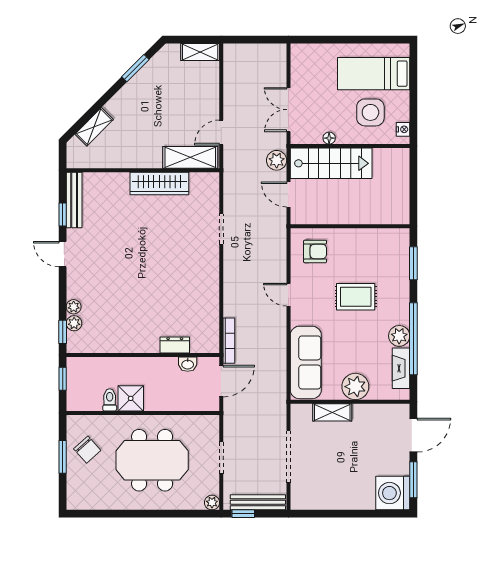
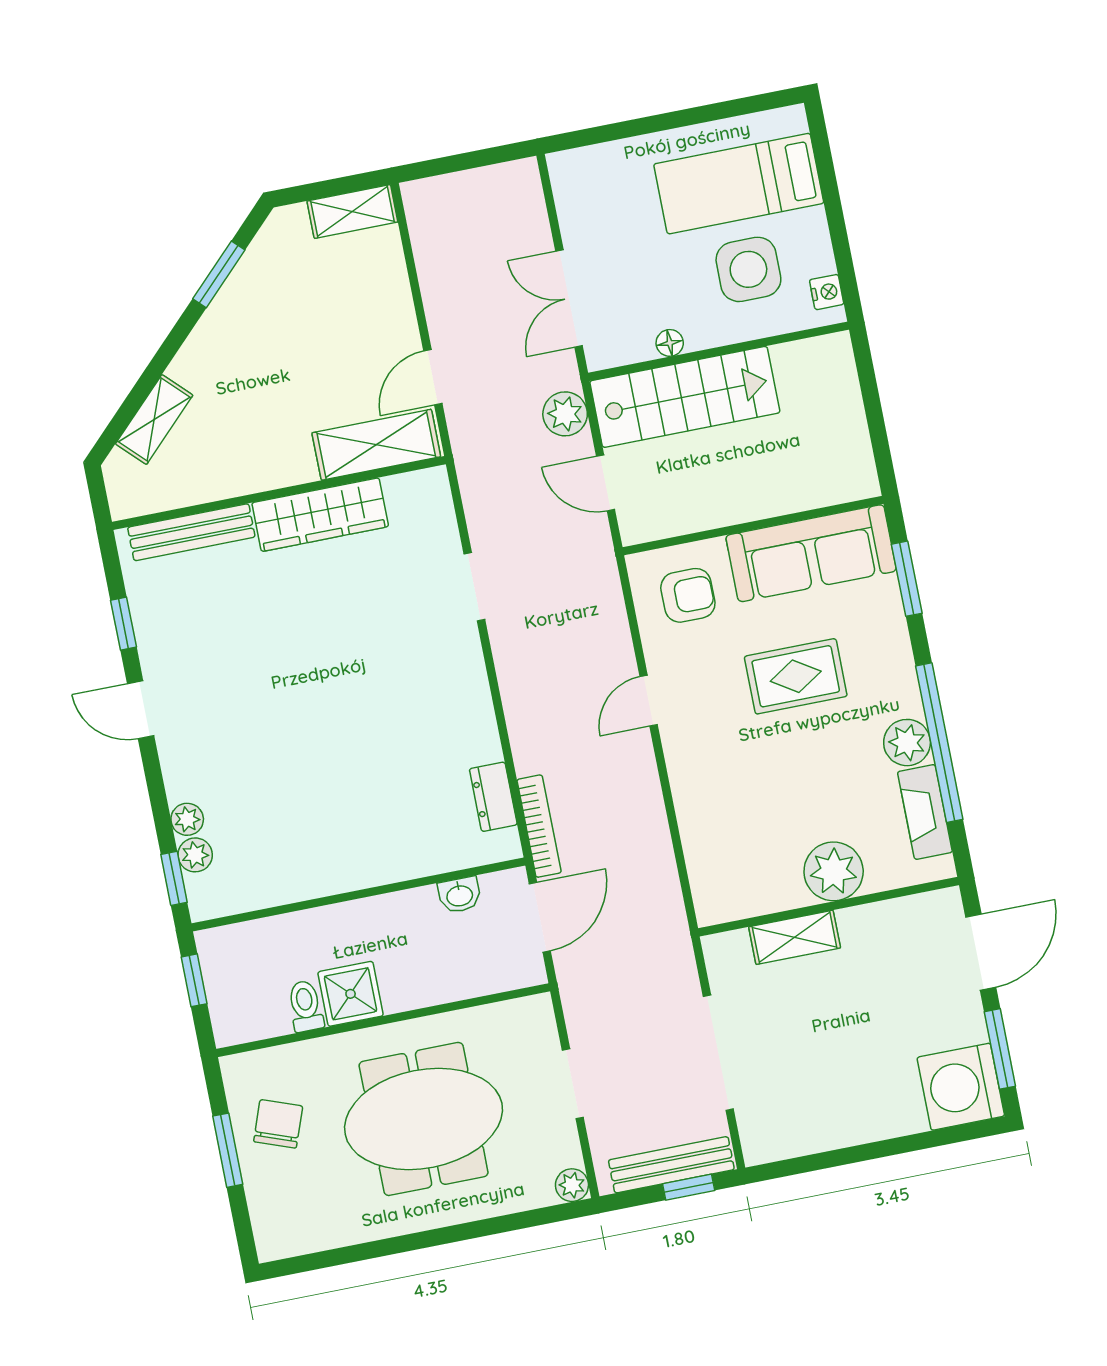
bench: (74, 200) -> (191, 532), moved, turned 90
door: (288, 295) -> (649, 701), hinge flipped
dresser: (175, 345) -> (493, 797), moved, turned -90
sofa: (306, 362) -> (811, 553), moved, turned 90
chair: (87, 450) -> (278, 1124), turned -118
window: (243, 514) -> (689, 1187), moved

